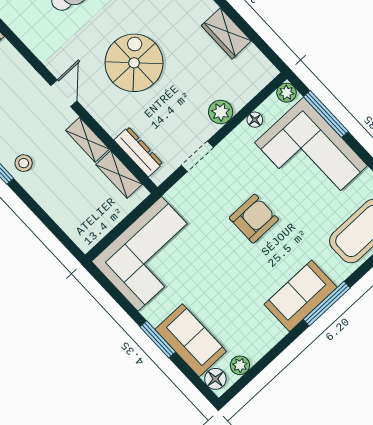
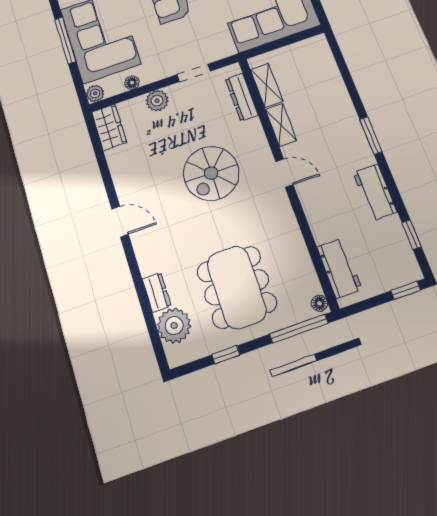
wardrobe: (226, 33) -> (109, 127), moved
door: (64, 93) -> (284, 173), swing flipped
window: (326, 114) -> (65, 40), moved
stool: (24, 163) -> (345, 128), removed

